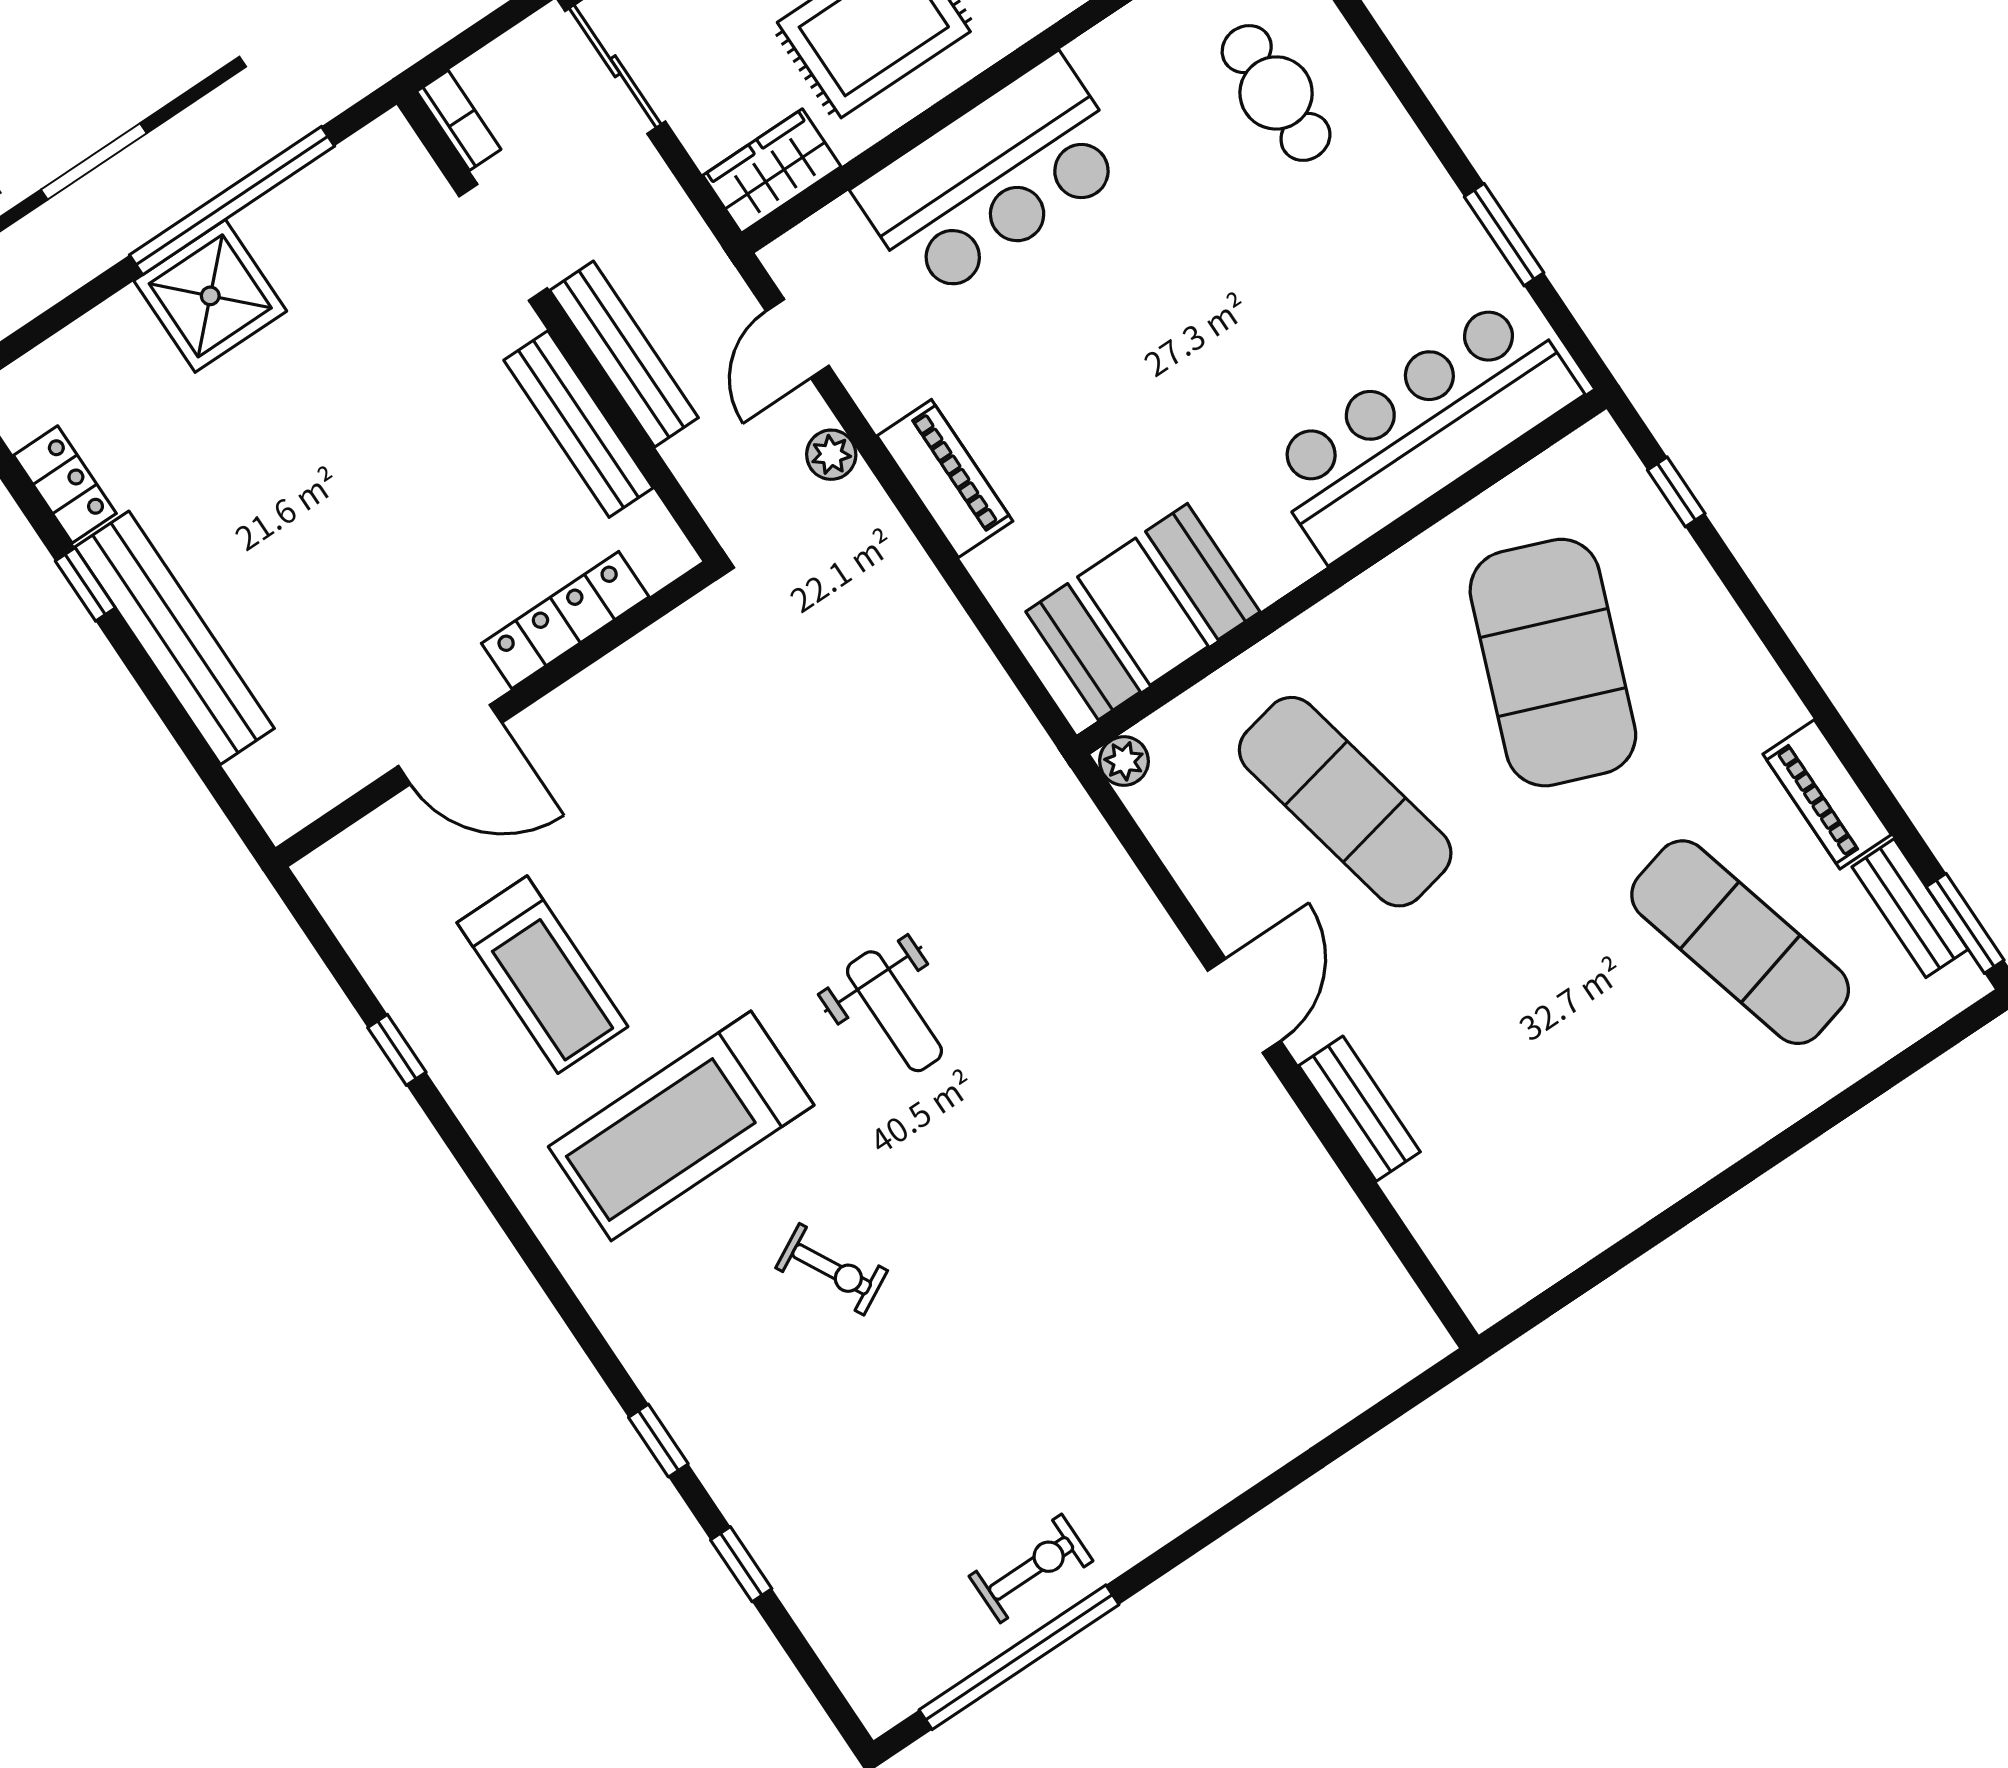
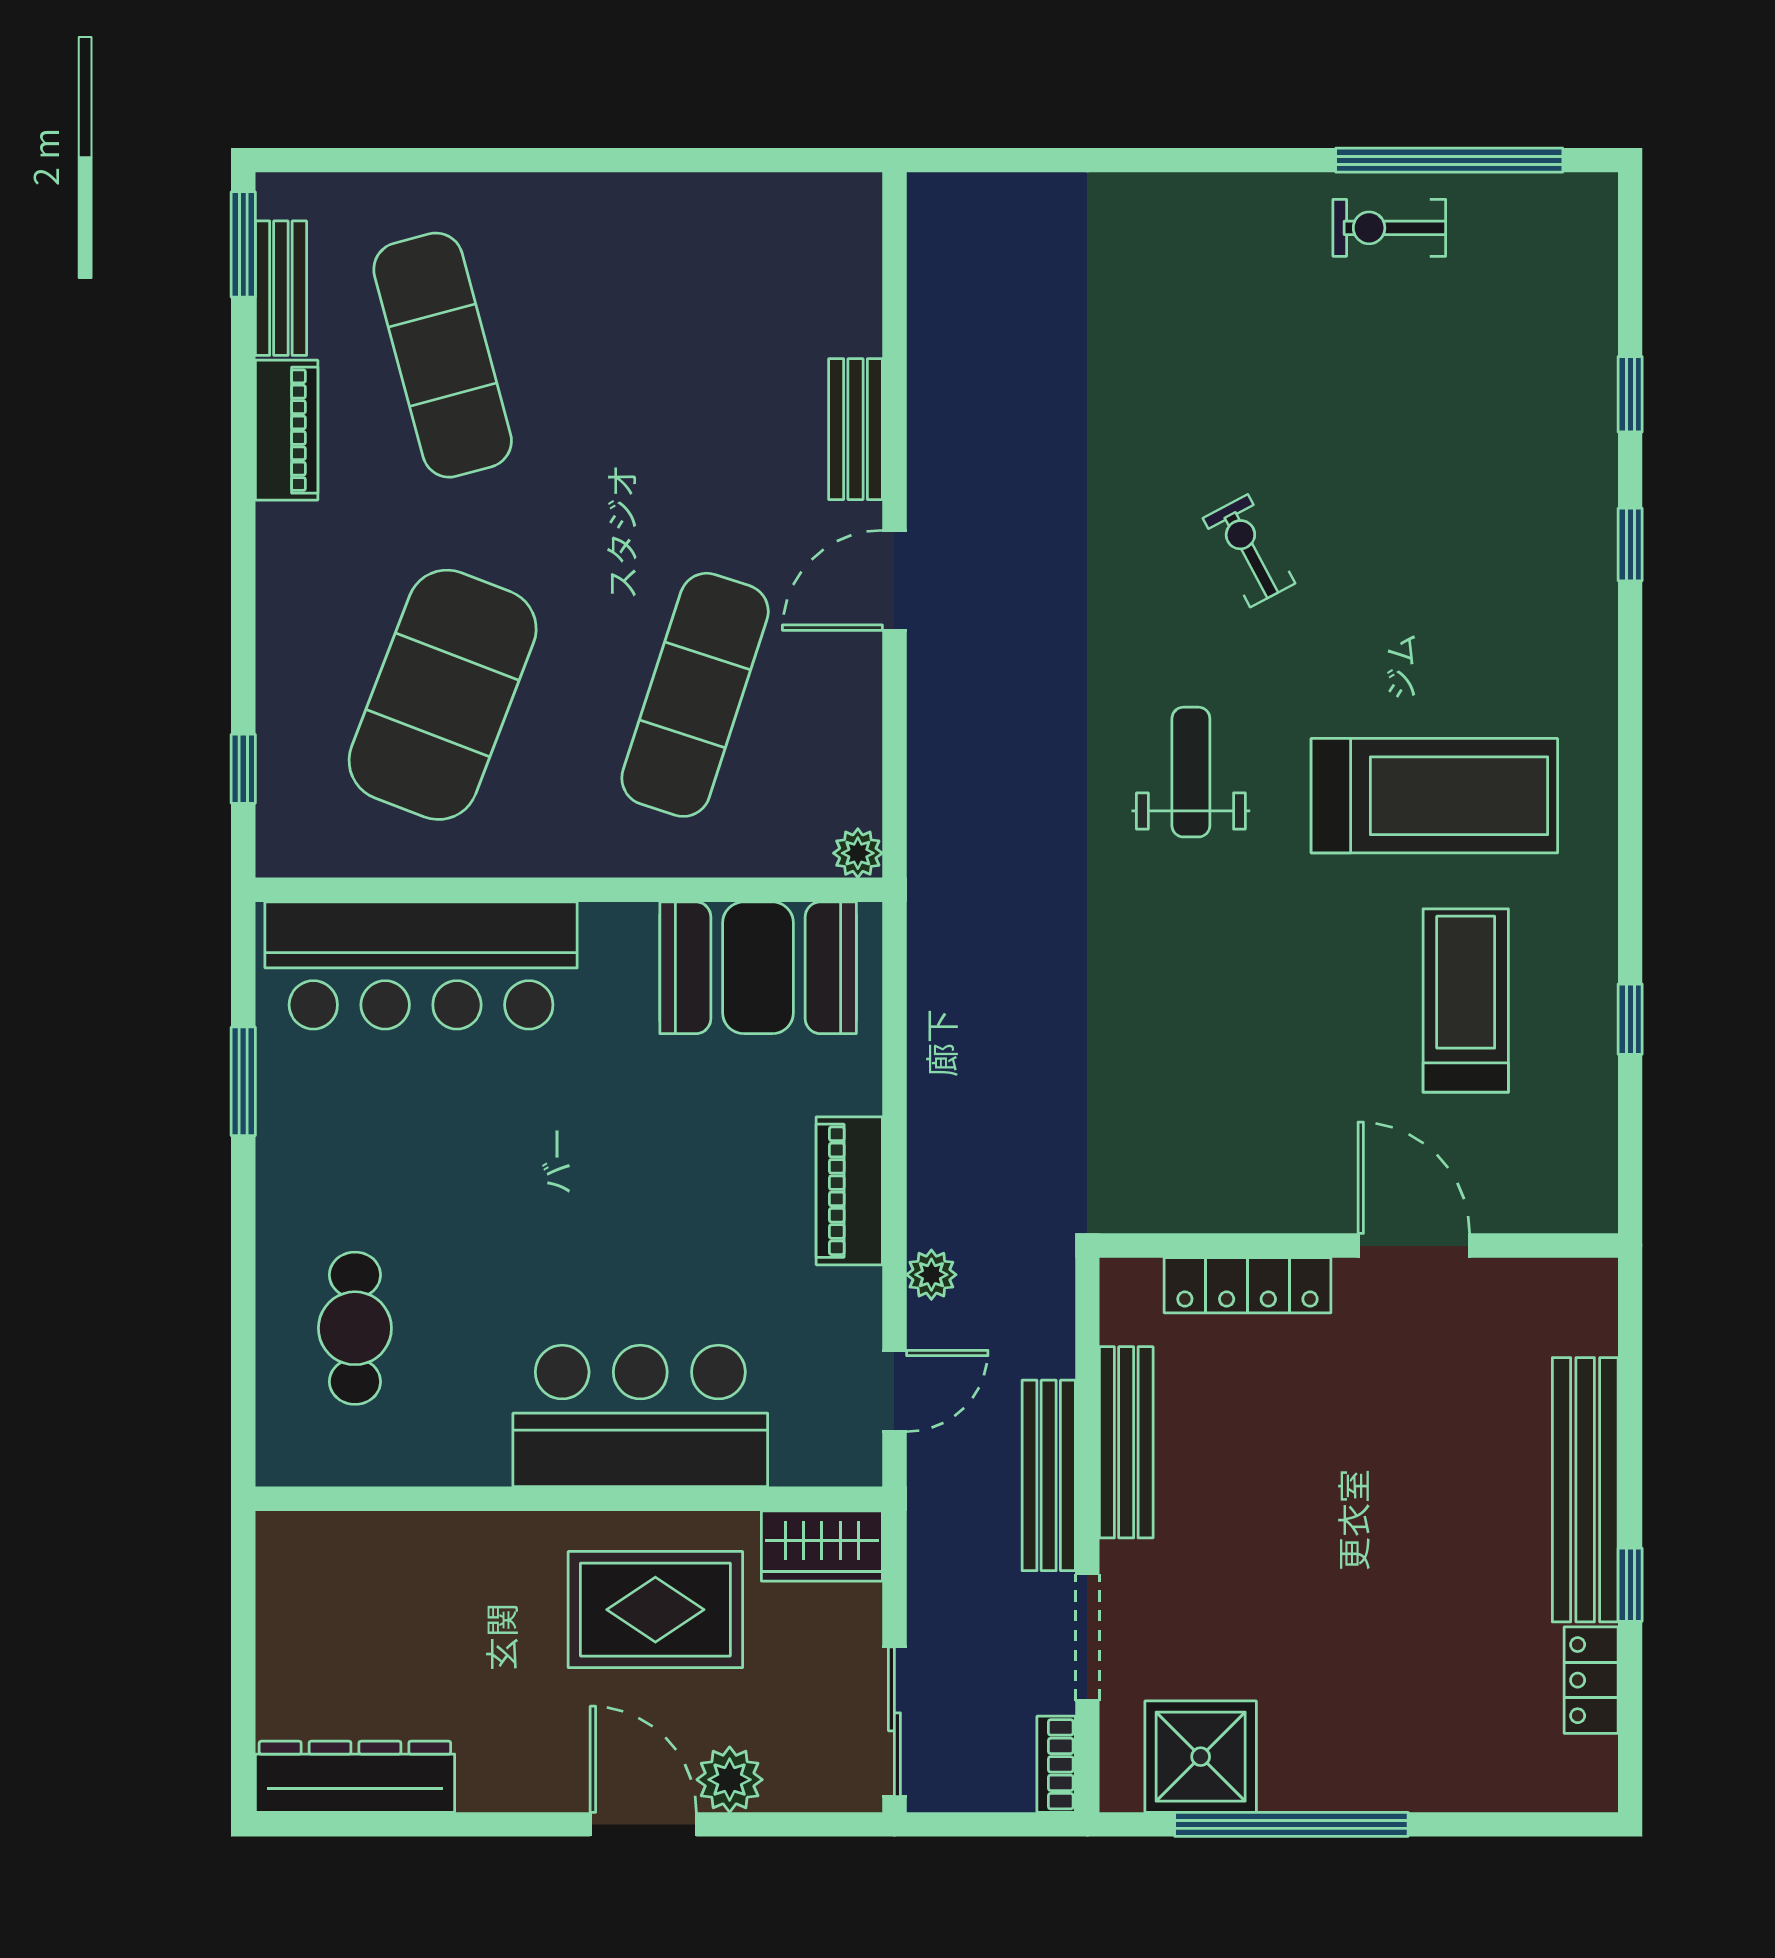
shower: (210, 296) -> (1201, 1757), moved
exercise mat: (1345, 802) -> (695, 695), turned 30
exercise bike: (832, 1269) -> (1249, 551), moved

